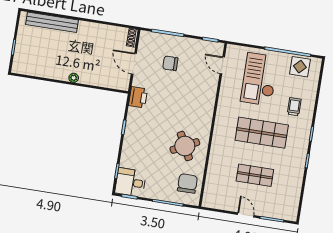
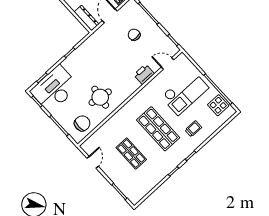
door: (222, 65) -> (168, 63), hinge flipped
checkout: (259, 79) -> (185, 92), turned 180
dresser: (114, 83) -> (87, 18), added
printer: (138, 97) -> (144, 74), moved, turned 180
round table: (185, 146) -> (100, 97), turned 36
desk: (131, 182) -> (55, 89), width x1.87, depth x1.30
door: (246, 215) -> (93, 162), moved

